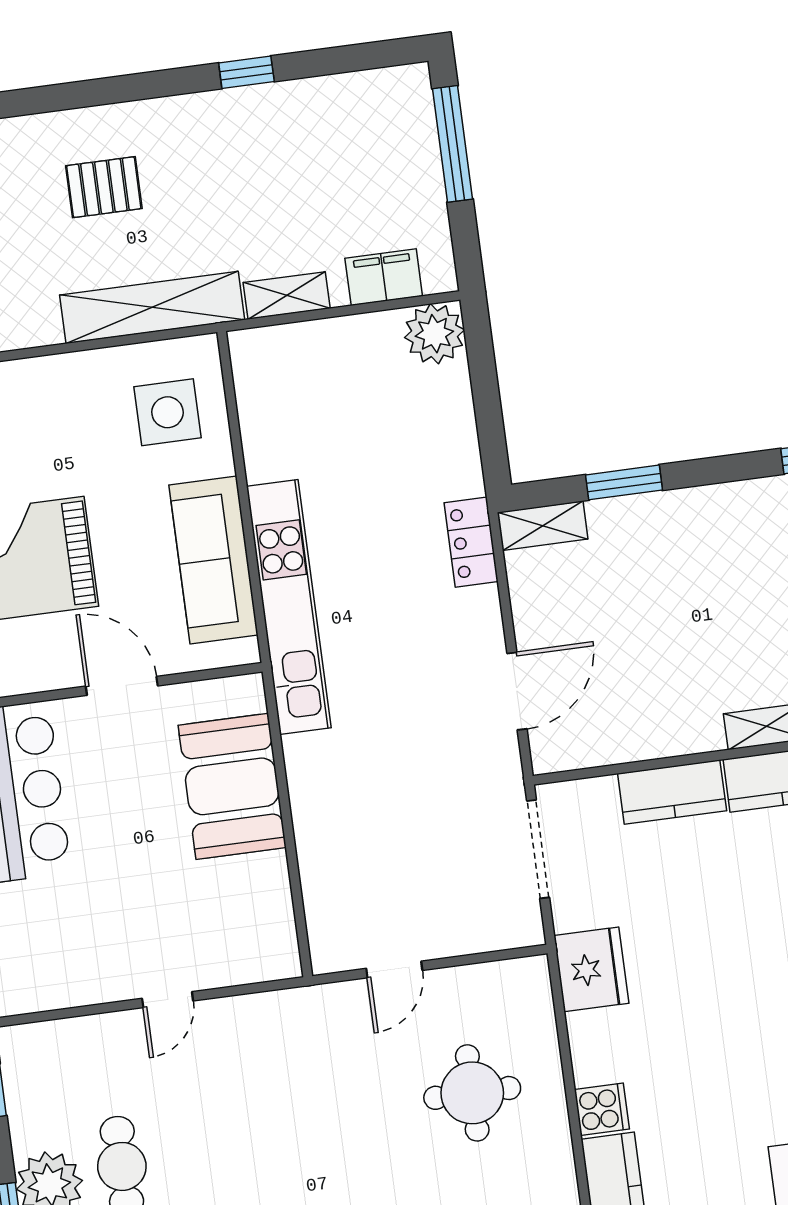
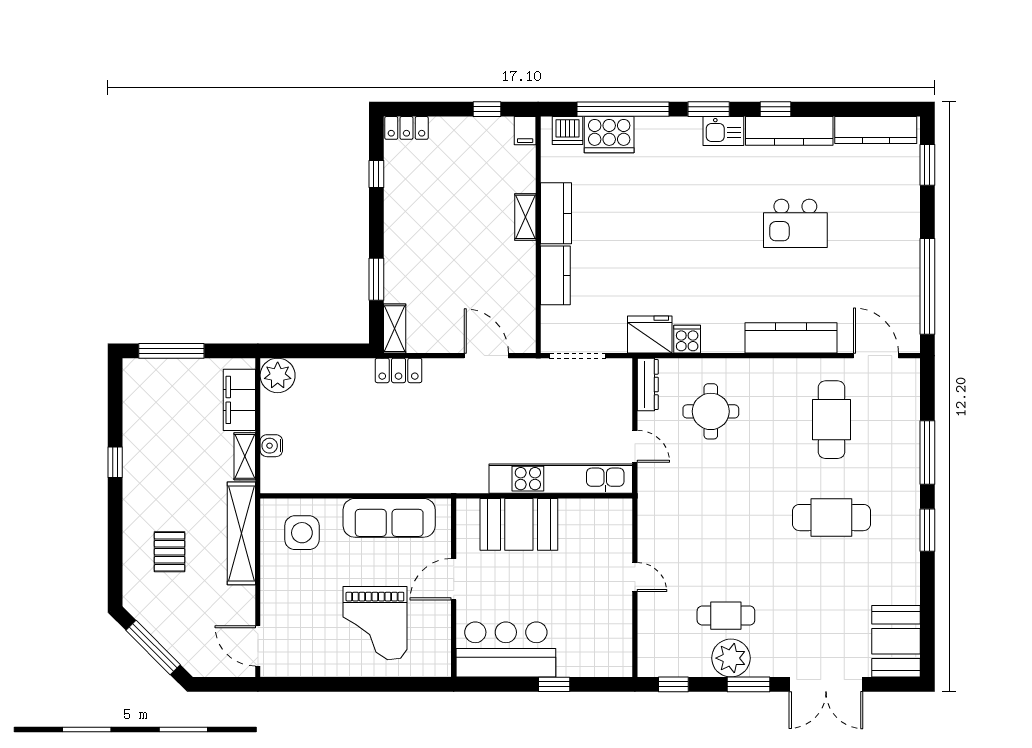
filing cabinet: (384, 277) -> (239, 400), width x1.50, depth x1.17
water cooler: (311, 339) -> (271, 446), added
kitchen unit: (289, 607) -> (561, 479), moved
dresser: (504, 977) -> (648, 385), added
cooker: (602, 1109) -> (687, 339), moved

